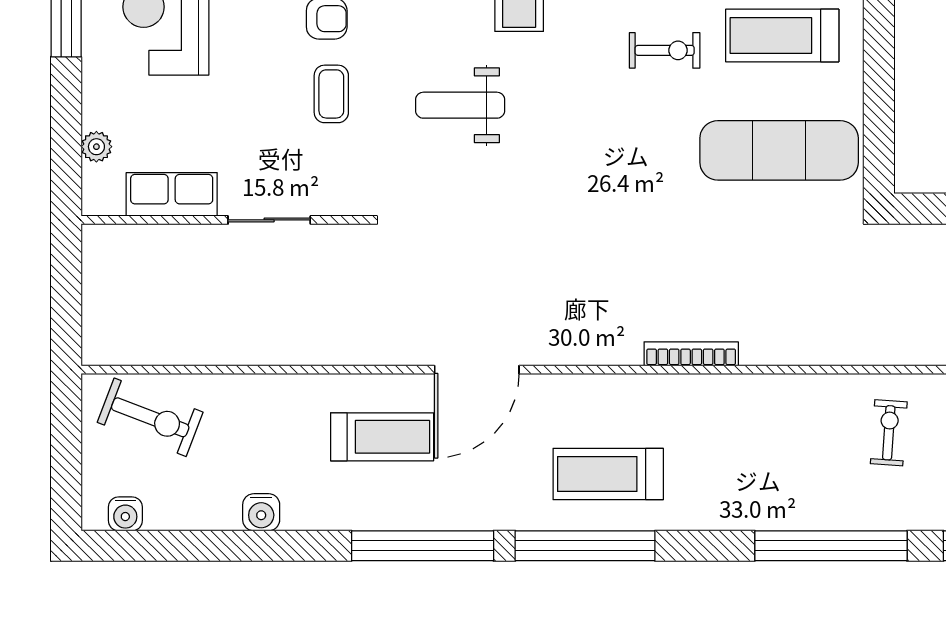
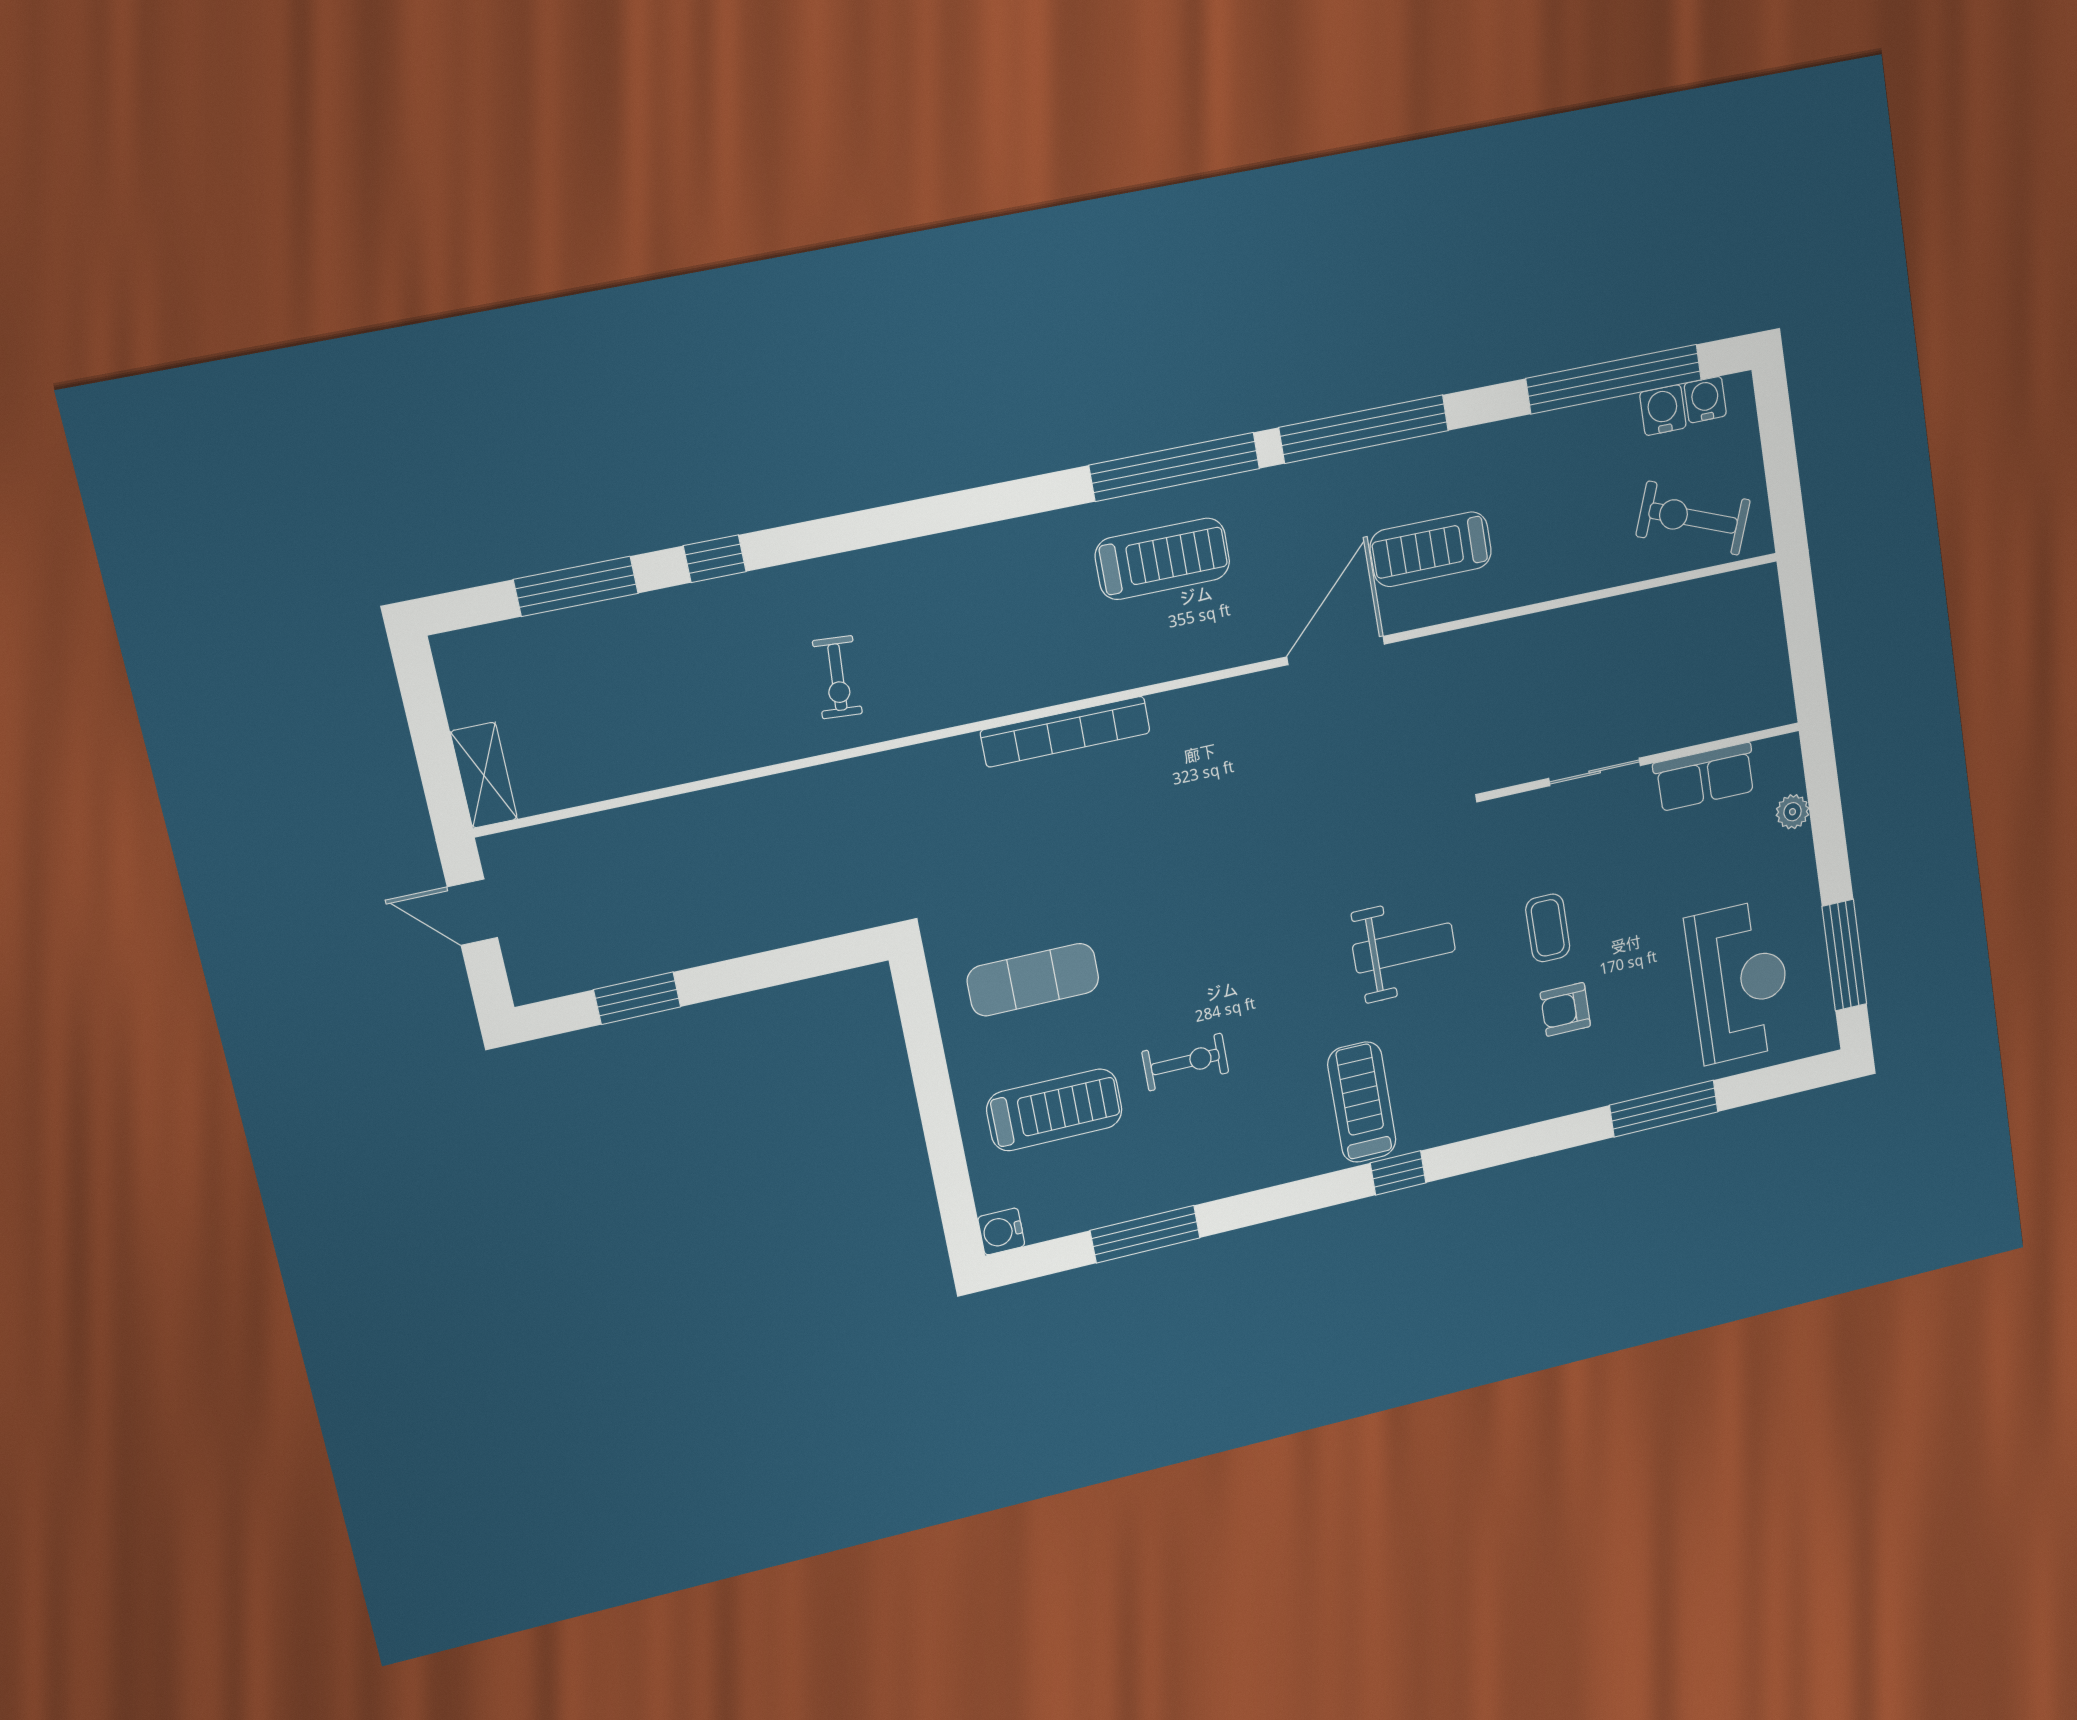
exercise bike: (665, 50) -> (1185, 1062), turned 180
exercise mat: (779, 150) -> (1033, 980), width x0.73, depth x0.69
bookcase: (691, 354) -> (1065, 732), width x1.48, depth x1.31
water cooler: (261, 512) -> (1663, 410), moved
window: (831, 546) -> (1614, 379), moved

